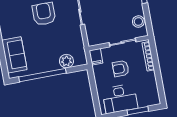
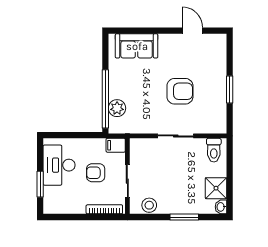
armchair: (121, 69) -> (96, 173), turned -90
window: (42, 75) -> (105, 99), moved

